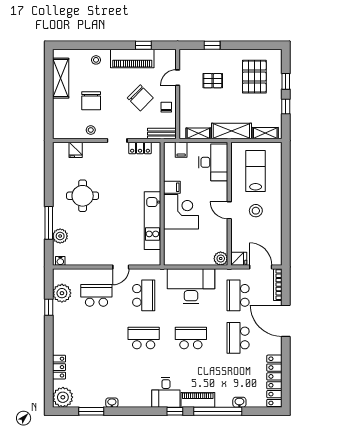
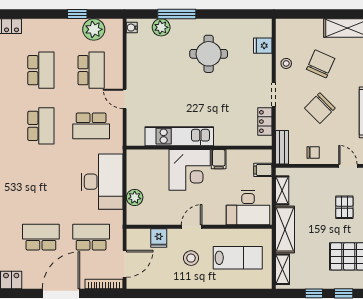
chair: (140, 98) -> (320, 108), moved
chair: (91, 101) -> (321, 64), turned 114
plant: (221, 258) -> (135, 197), moved
fridge: (239, 259) -> (159, 238), moved
school desk: (191, 338) -> (41, 70), moved

